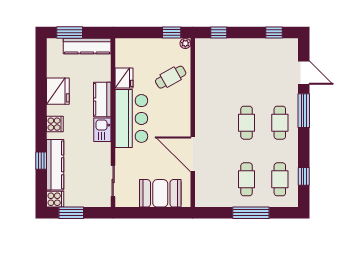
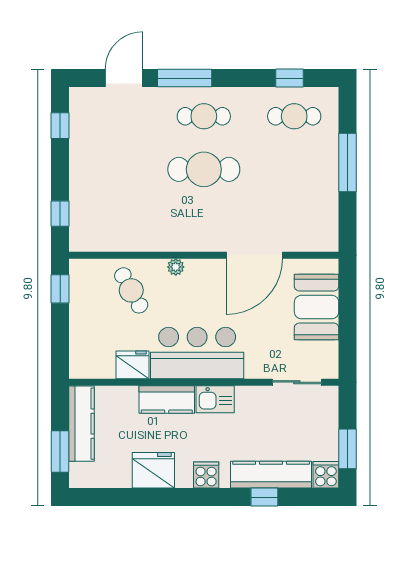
plant: (185, 43) -> (176, 267), moved
cafe table: (247, 123) -> (204, 169), width x1.37, depth x1.35
cafe table: (247, 179) -> (294, 169), removed

